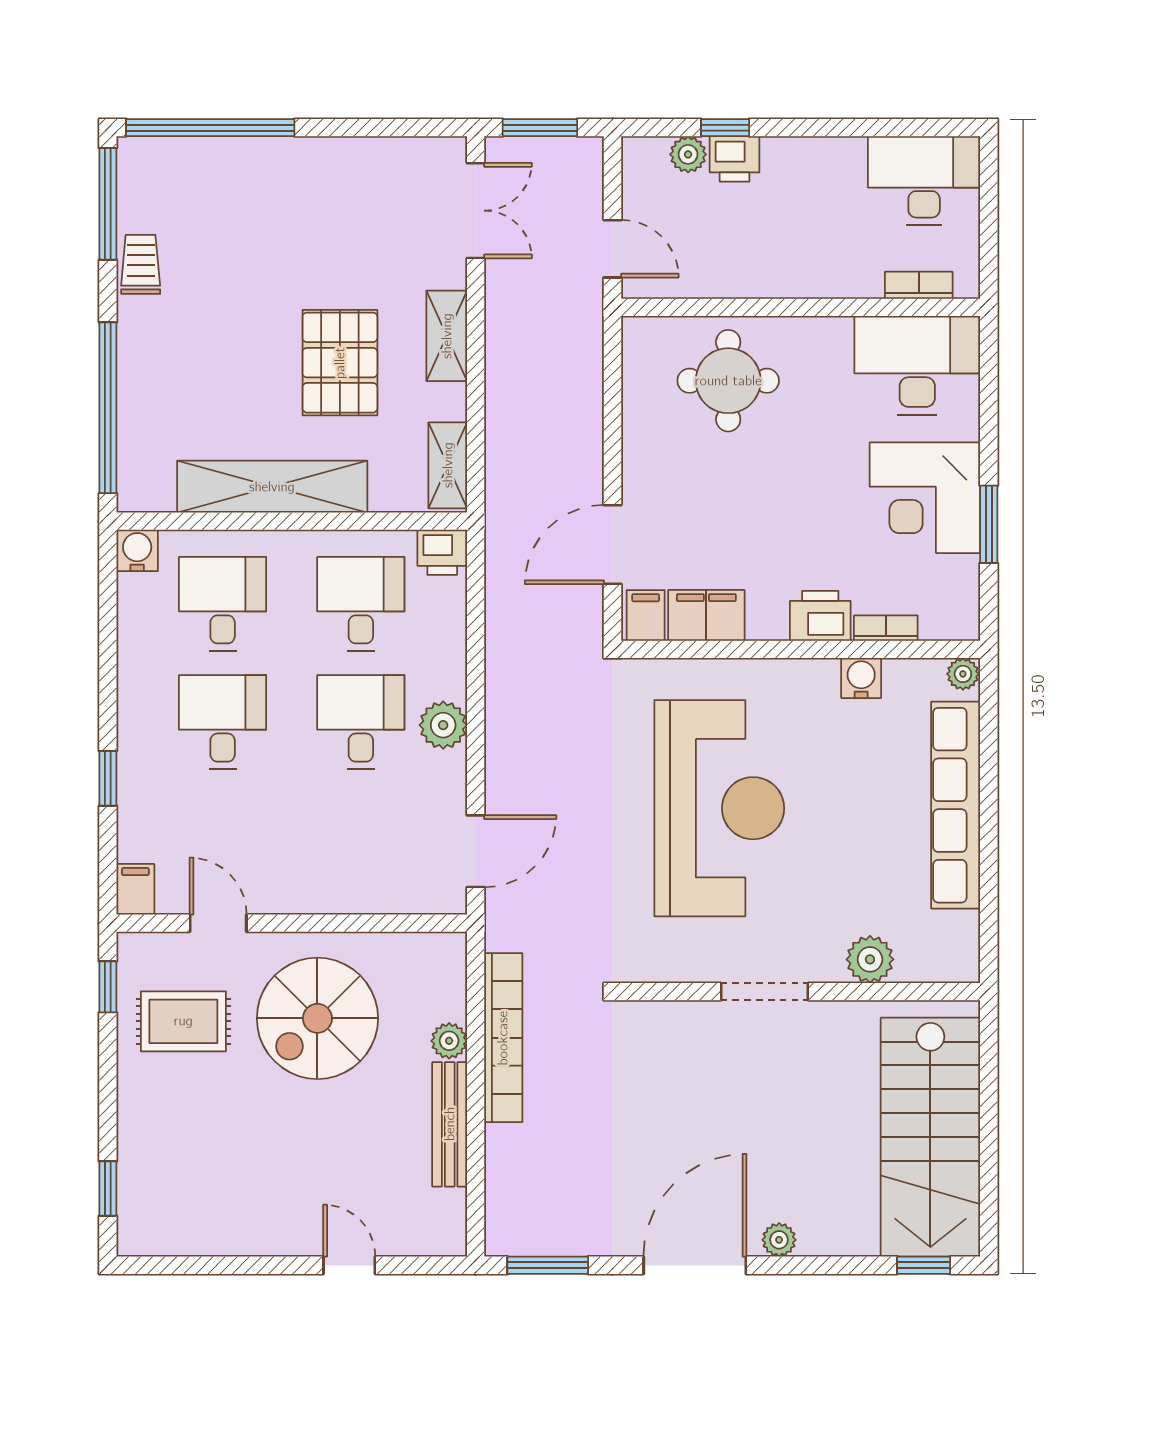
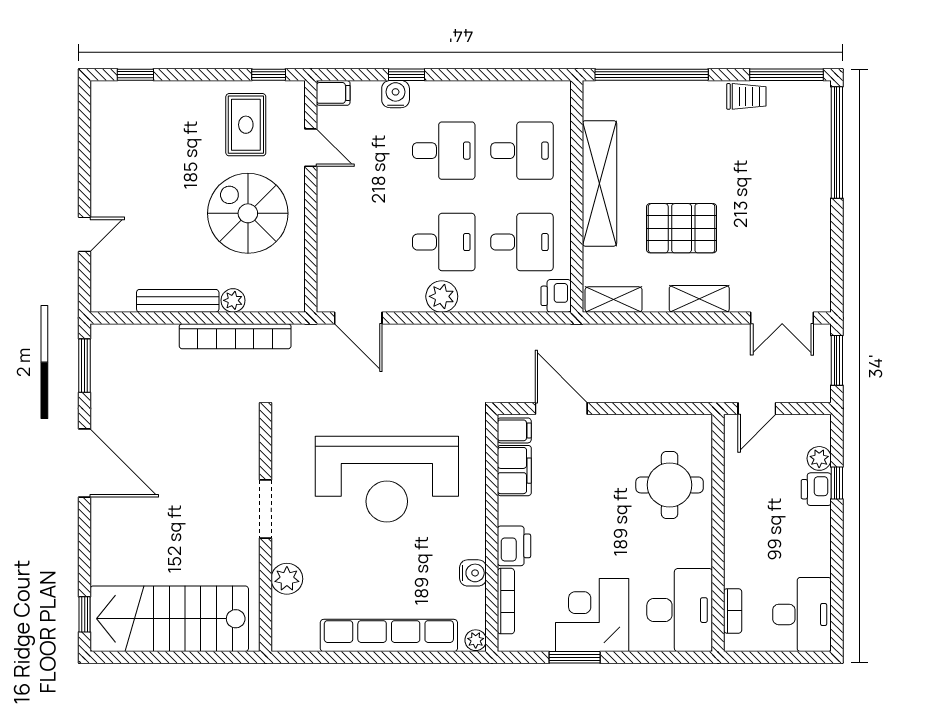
water cooler: (137, 550) -> (396, 94), moved, turned -90
bookcase: (886, 628) -> (506, 601), width x1.56
door: (218, 923) -> (311, 148), hinge flipped
plant: (779, 1240) -> (101, 519), removed

